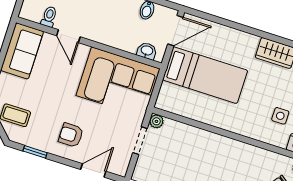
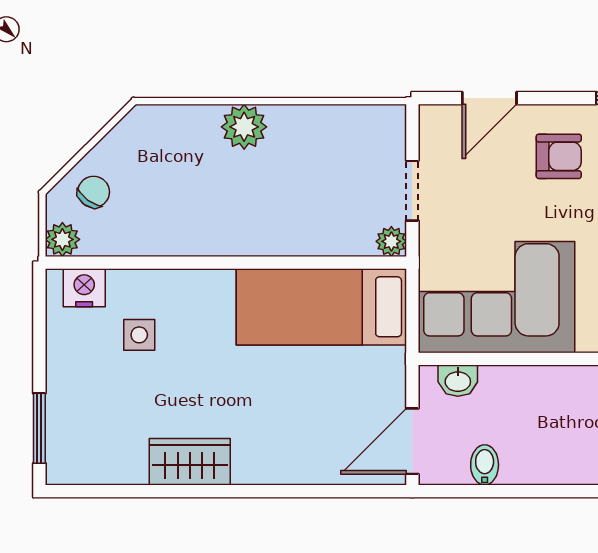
bed: (205, 75) -> (321, 307), moved

